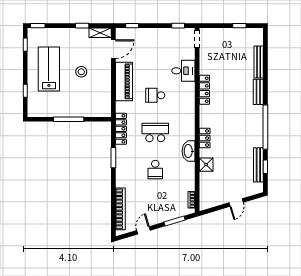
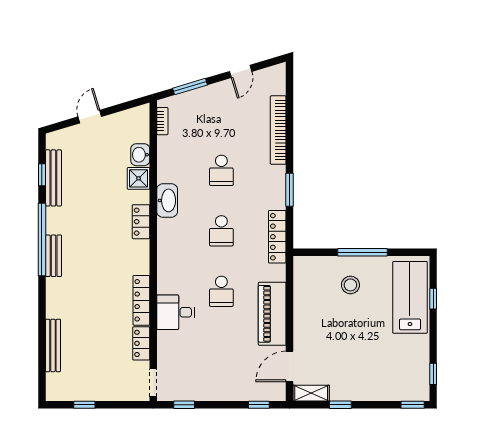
locker: (205, 63) -> (141, 343), added
lab bench: (49, 69) -> (410, 297), moved, turned 180
desk: (183, 71) -> (176, 312), moved
stool: (81, 72) -> (350, 285), moved
bench: (258, 92) -> (54, 256), moved
school desk: (155, 95) -> (221, 291), turned 90
school desk: (155, 132) -> (221, 231), width x0.54
school desk: (155, 170) -> (221, 170), turned 180
washbasin: (205, 179) -> (140, 155), added
bookcase: (120, 209) -> (278, 130), moved

